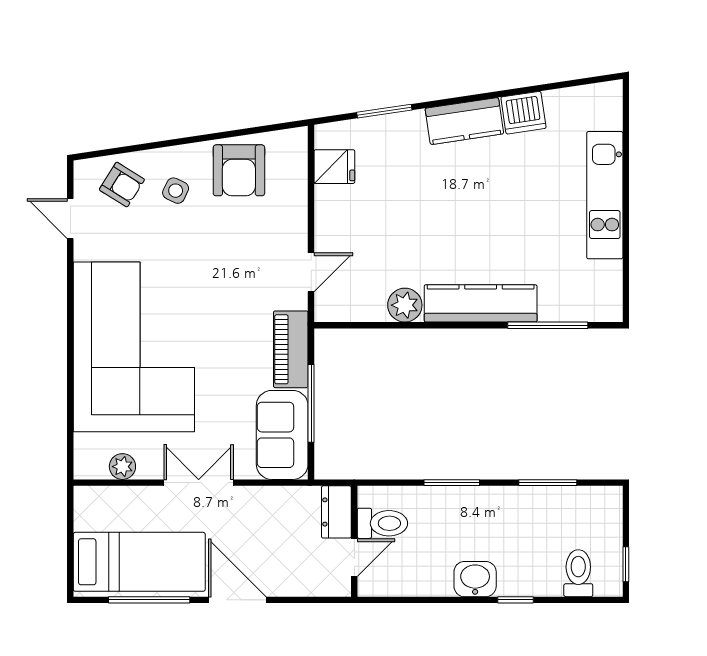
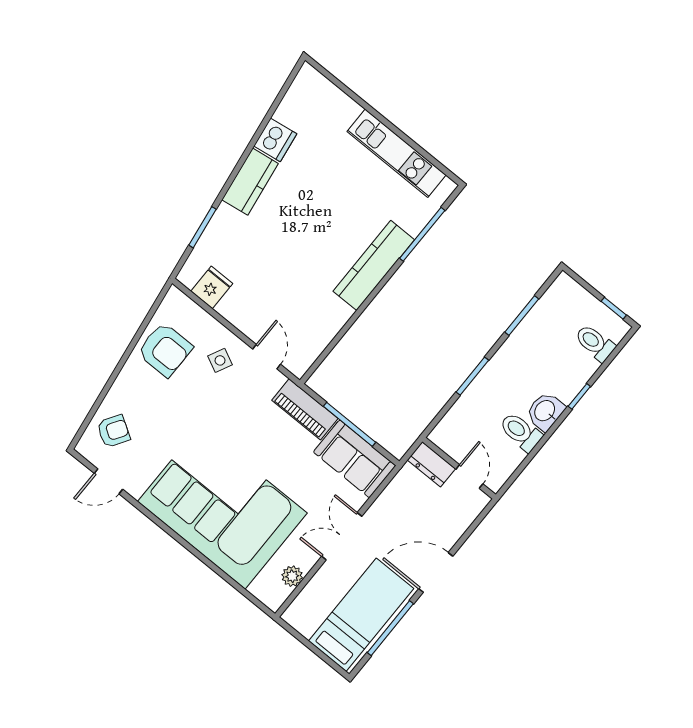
side table: (176, 191) -> (220, 360), moved
kitchen unit: (605, 195) -> (397, 153), moved
plant: (405, 305) -> (336, 314), removed
toilet: (382, 523) -> (521, 432), moved, turned -90

